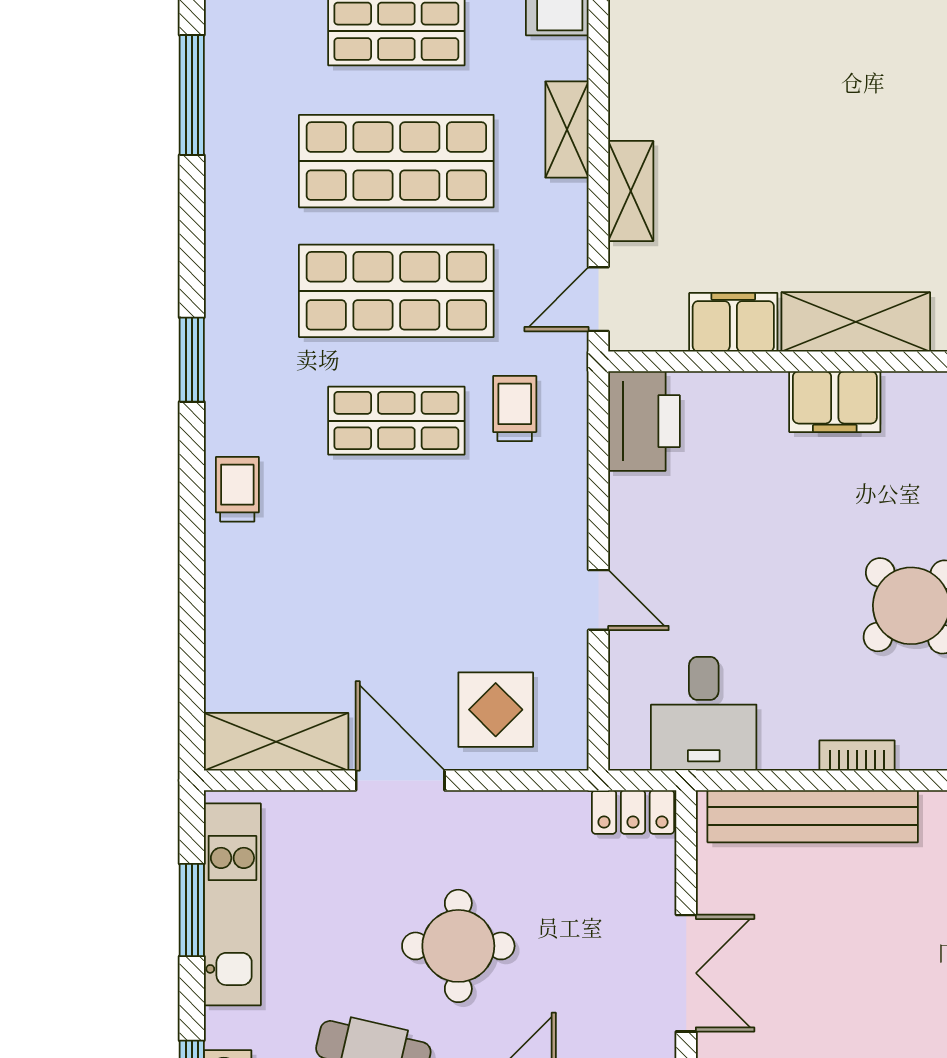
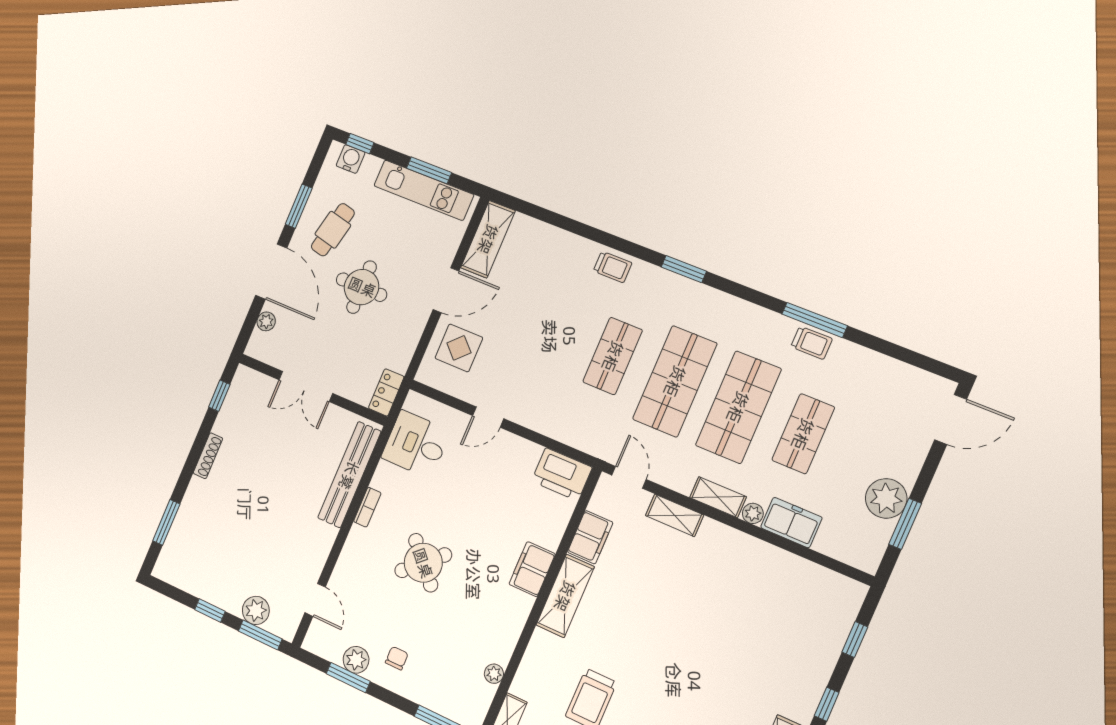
plant: (570, 58) -> (753, 513), added
trolley: (515, 409) -> (812, 343), moved

